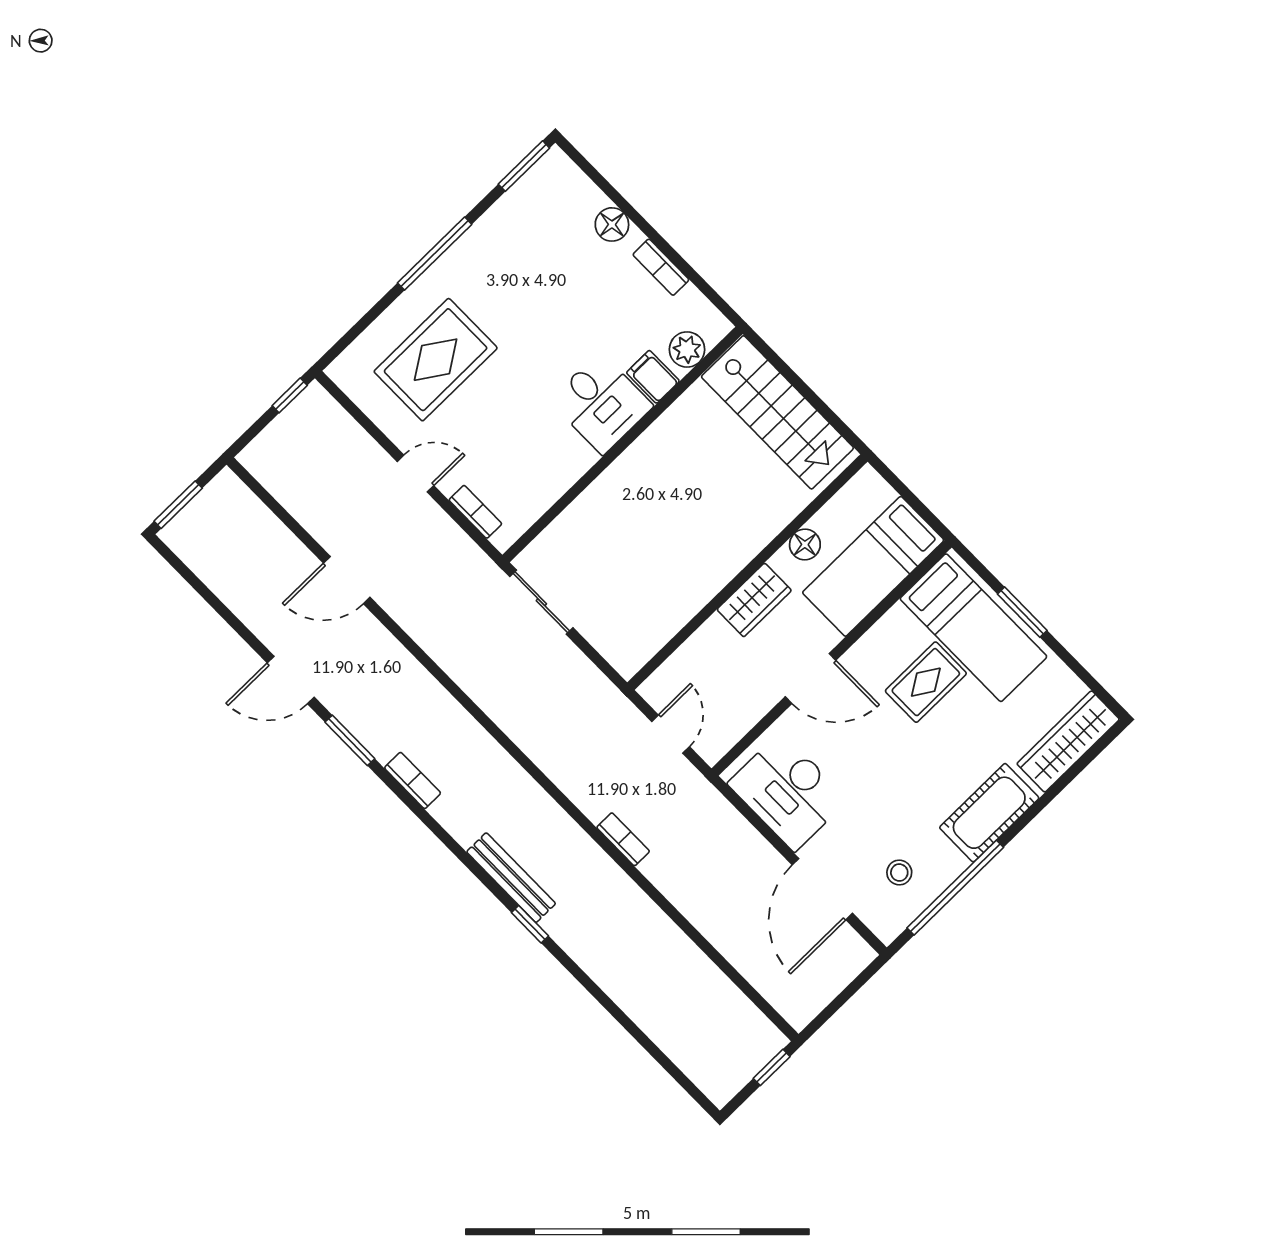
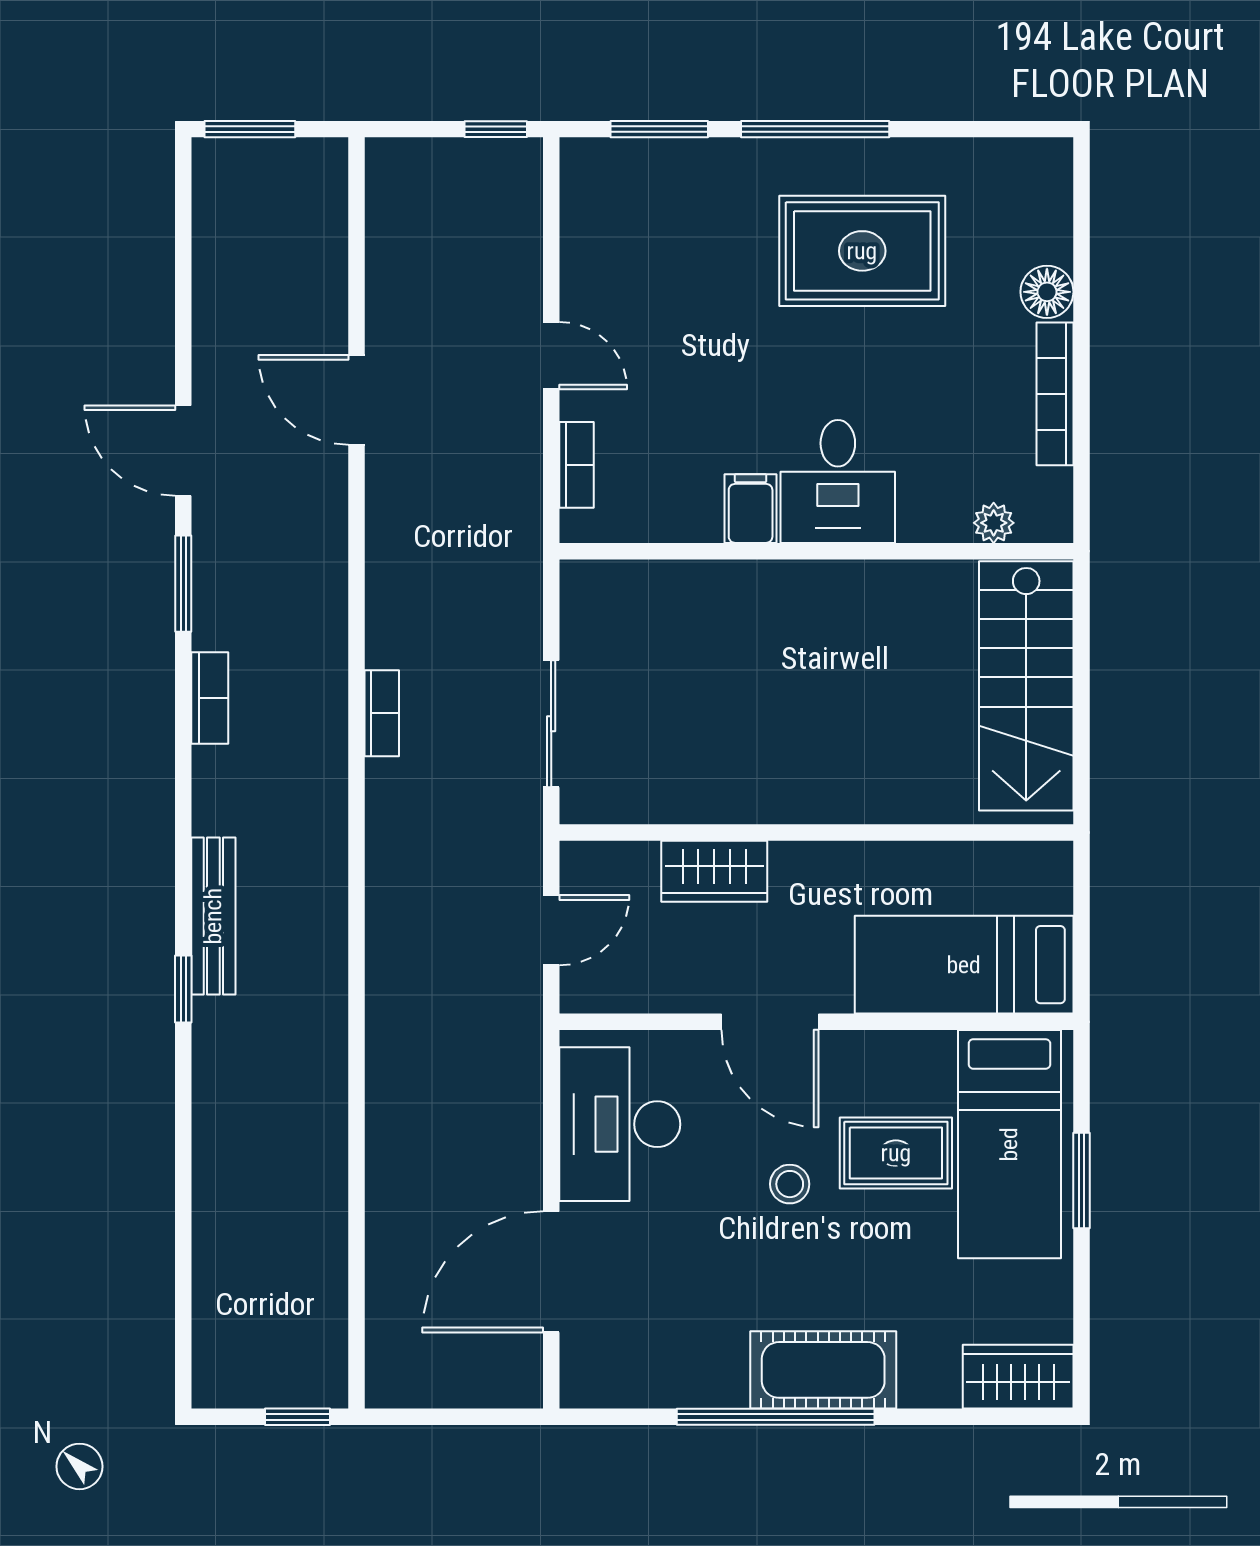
window: (524, 166) -> (659, 129), moved
bookcase: (661, 267) -> (1055, 394), width x1.56
plant: (687, 349) -> (994, 523), width x0.73, depth x0.73
rug: (436, 360) -> (862, 251), moved
filing cabinet: (653, 377) -> (751, 509), moved
floor lamp: (805, 544) -> (911, 865), removed
wardrobe: (754, 600) -> (714, 871), moved
sliding door: (541, 602) -> (551, 724), moved
wardrobe: (1068, 741) -> (1018, 1377), width x0.67
bookcase: (623, 839) -> (382, 713), moved
stool: (899, 873) -> (790, 1184), moved
window: (955, 888) -> (776, 1417), moved

